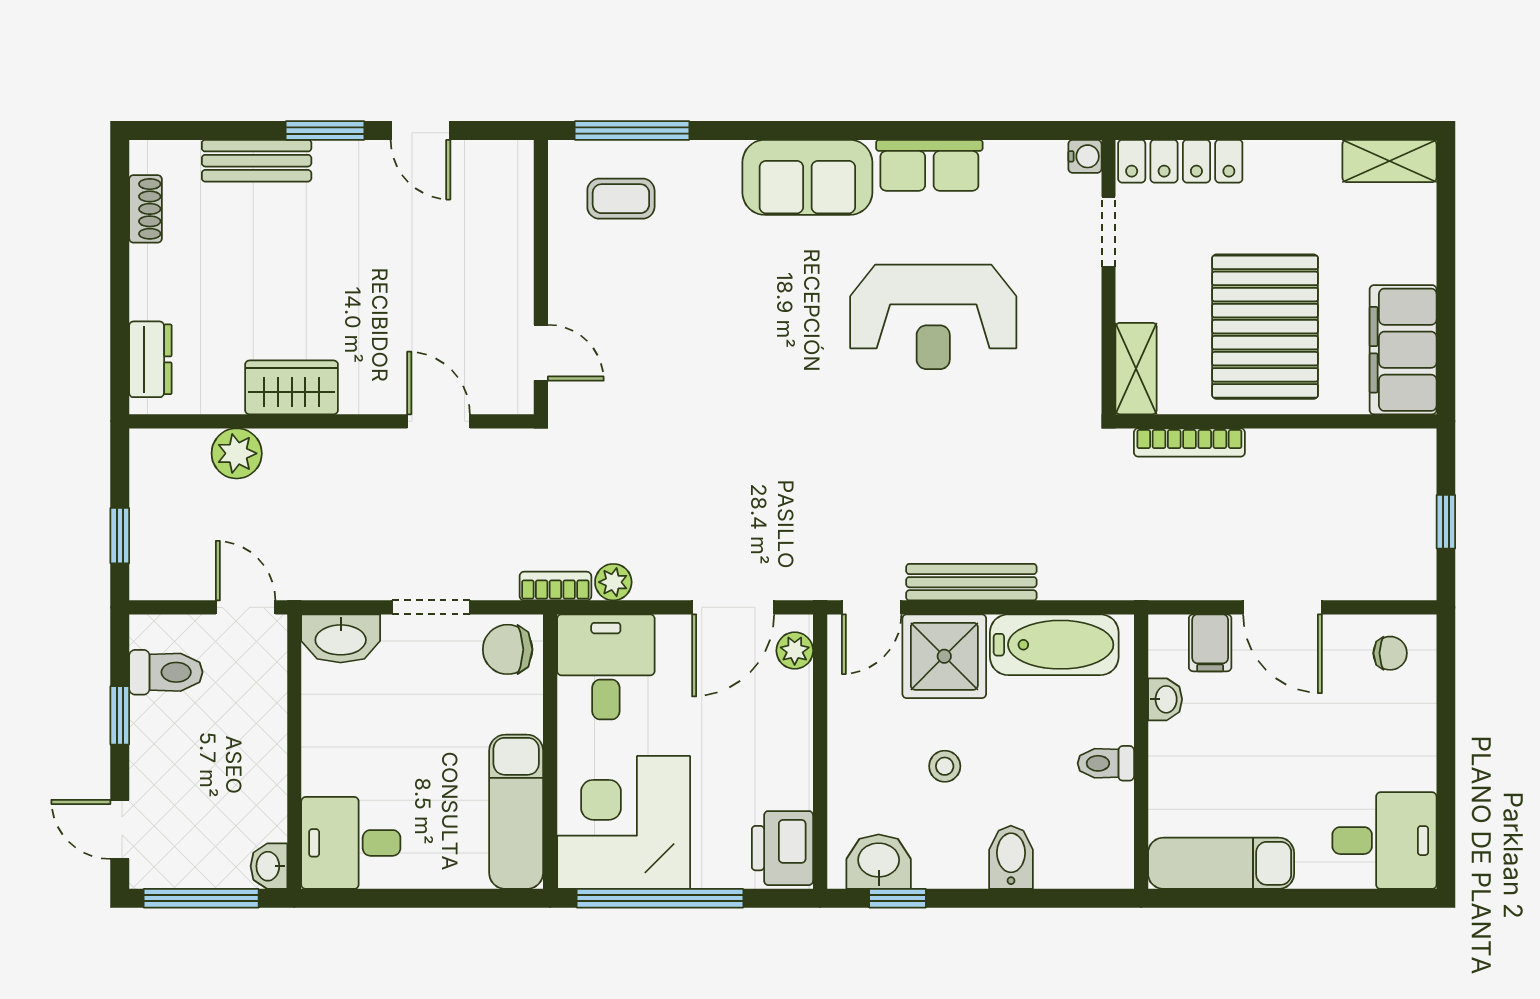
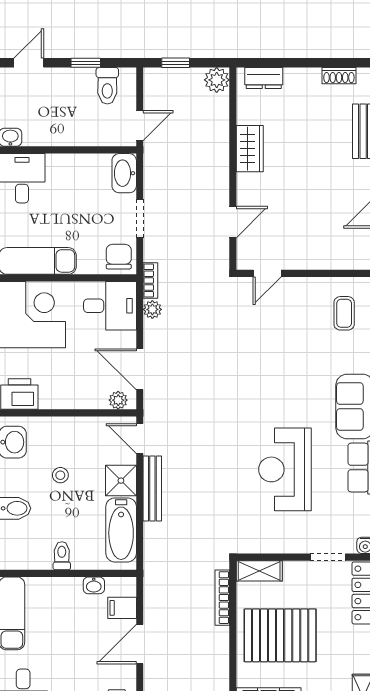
plant: (237, 453) -> (217, 80), moved
shower: (944, 656) -> (121, 481), width x0.73, depth x0.73

